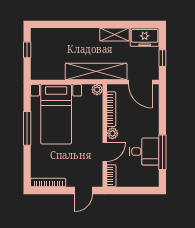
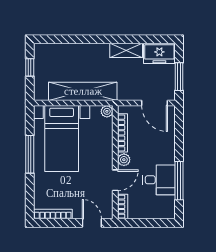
window: (162, 58) -> (179, 77), width x1.50
shelving: (96, 72) -> (83, 91), moved
door: (84, 191) -> (92, 223), swing flipped

